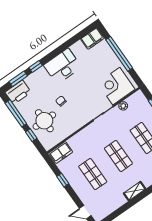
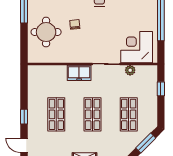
window: (31, 135) -> (24, 37), removed
freezer: (61, 153) -> (79, 73), moved
window: (63, 180) -> (24, 117), moved

